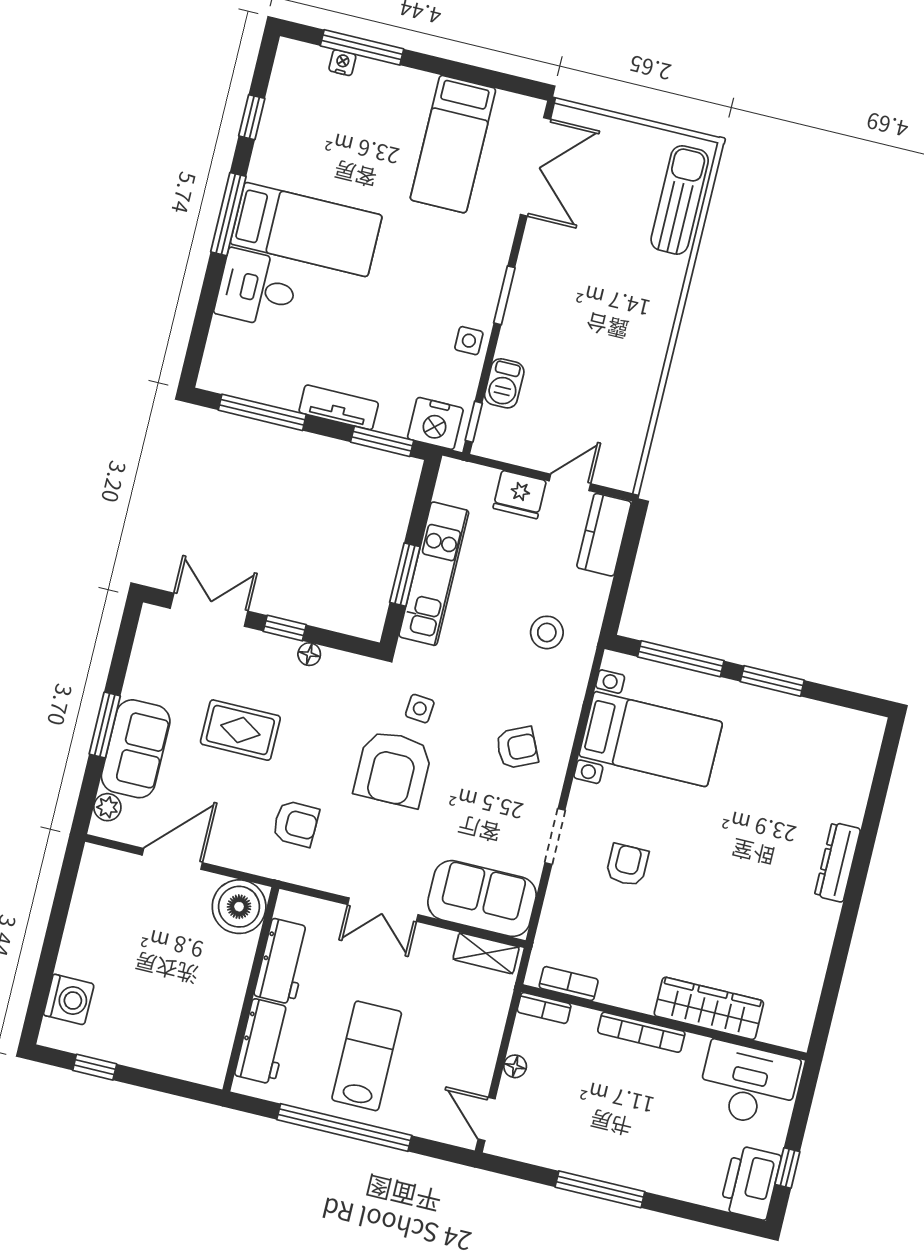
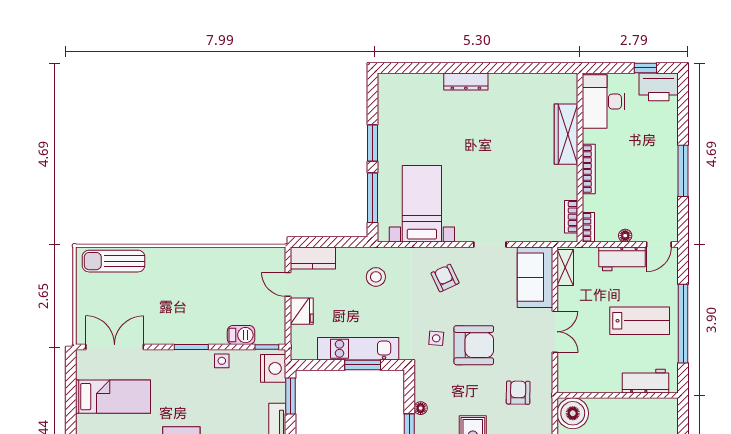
armchair: (627, 865) -> (496, 200), removed
workbench: (283, 962) -> (622, 259), moved, turned 180
lab bench: (367, 1056) -> (640, 321), turned 180

